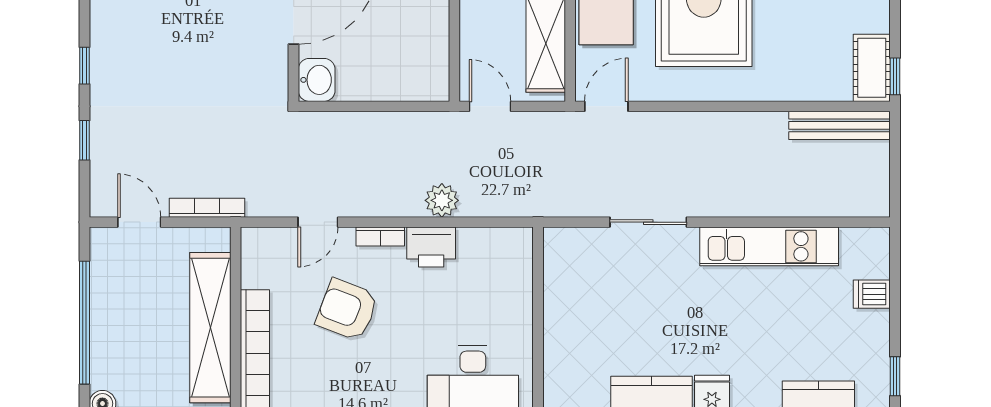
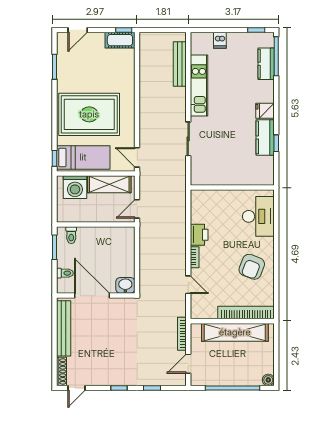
bench: (840, 125) -> (180, 64), moved
plant: (442, 200) -> (179, 230), removed
armchair: (347, 310) -> (252, 267), moved

